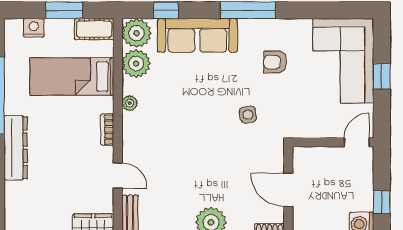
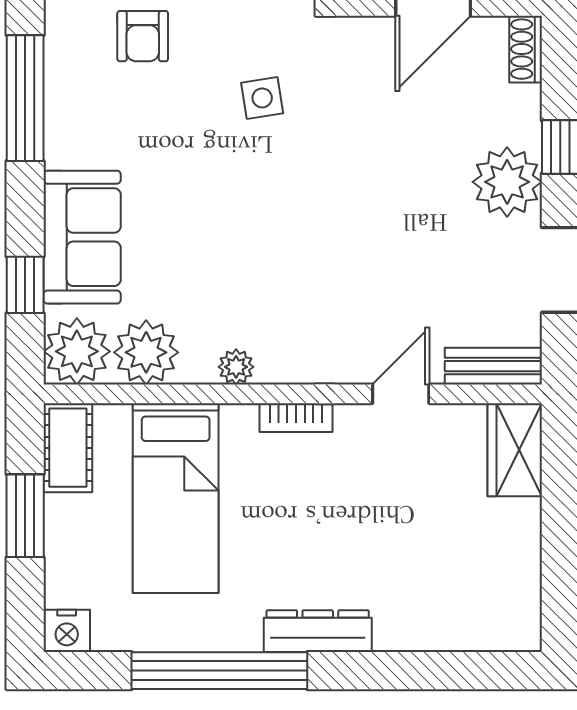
nightstand: (34, 28) -> (67, 631), moved, turned -90
sofa: (197, 35) -> (82, 237), width x0.73
dresser: (16, 148) -> (318, 631), width x0.73, depth x0.80

